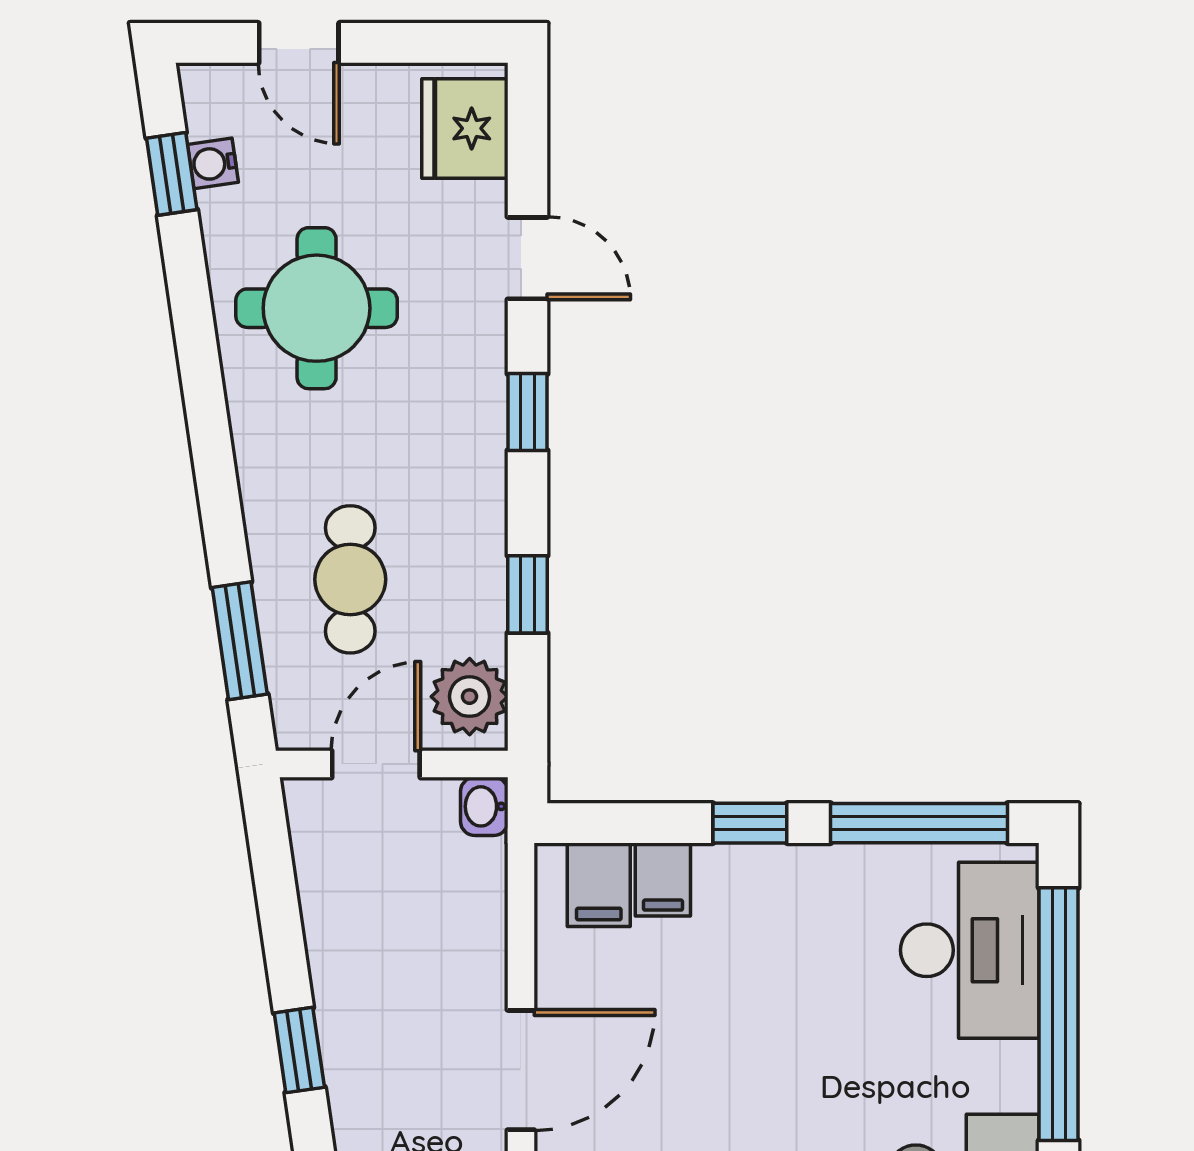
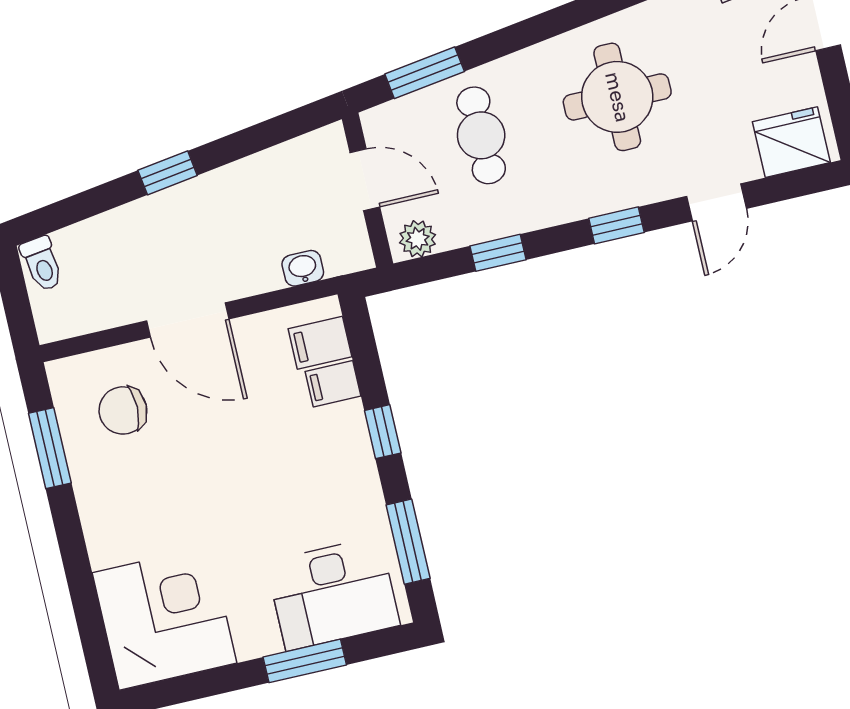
round table: (317, 308) -> (617, 97), moved
cafe table: (350, 579) -> (481, 135), turned 90
plant: (470, 697) -> (418, 239), width x0.73, depth x0.73
washbasin: (484, 806) -> (303, 268), moved
window: (919, 823) -> (408, 542), width x0.69
window: (1059, 1014) -> (305, 661), width x0.47

